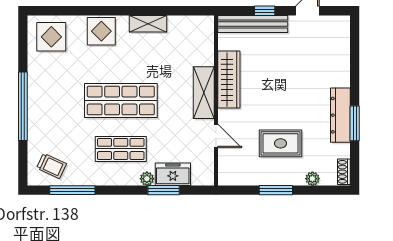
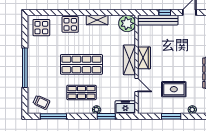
plant: (200, 30) -> (127, 23), added
wardrobe: (229, 80) -> (144, 58), width x0.67
freezer: (173, 174) -> (125, 107), moved

